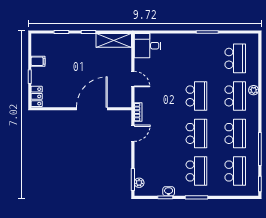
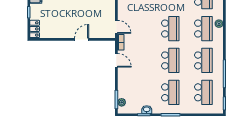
door: (133, 79) -> (116, 27), moved
door: (92, 109) -> (82, 39), width x0.53
door: (133, 133) -> (116, 60), hinge flipped

